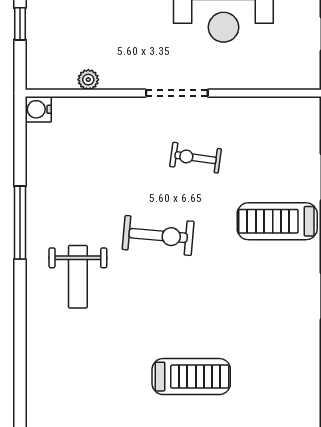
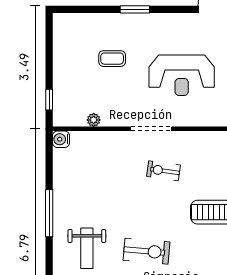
window: (20, 24) -> (49, 100), moved
exercise bike: (158, 235) -> (147, 251), moved

